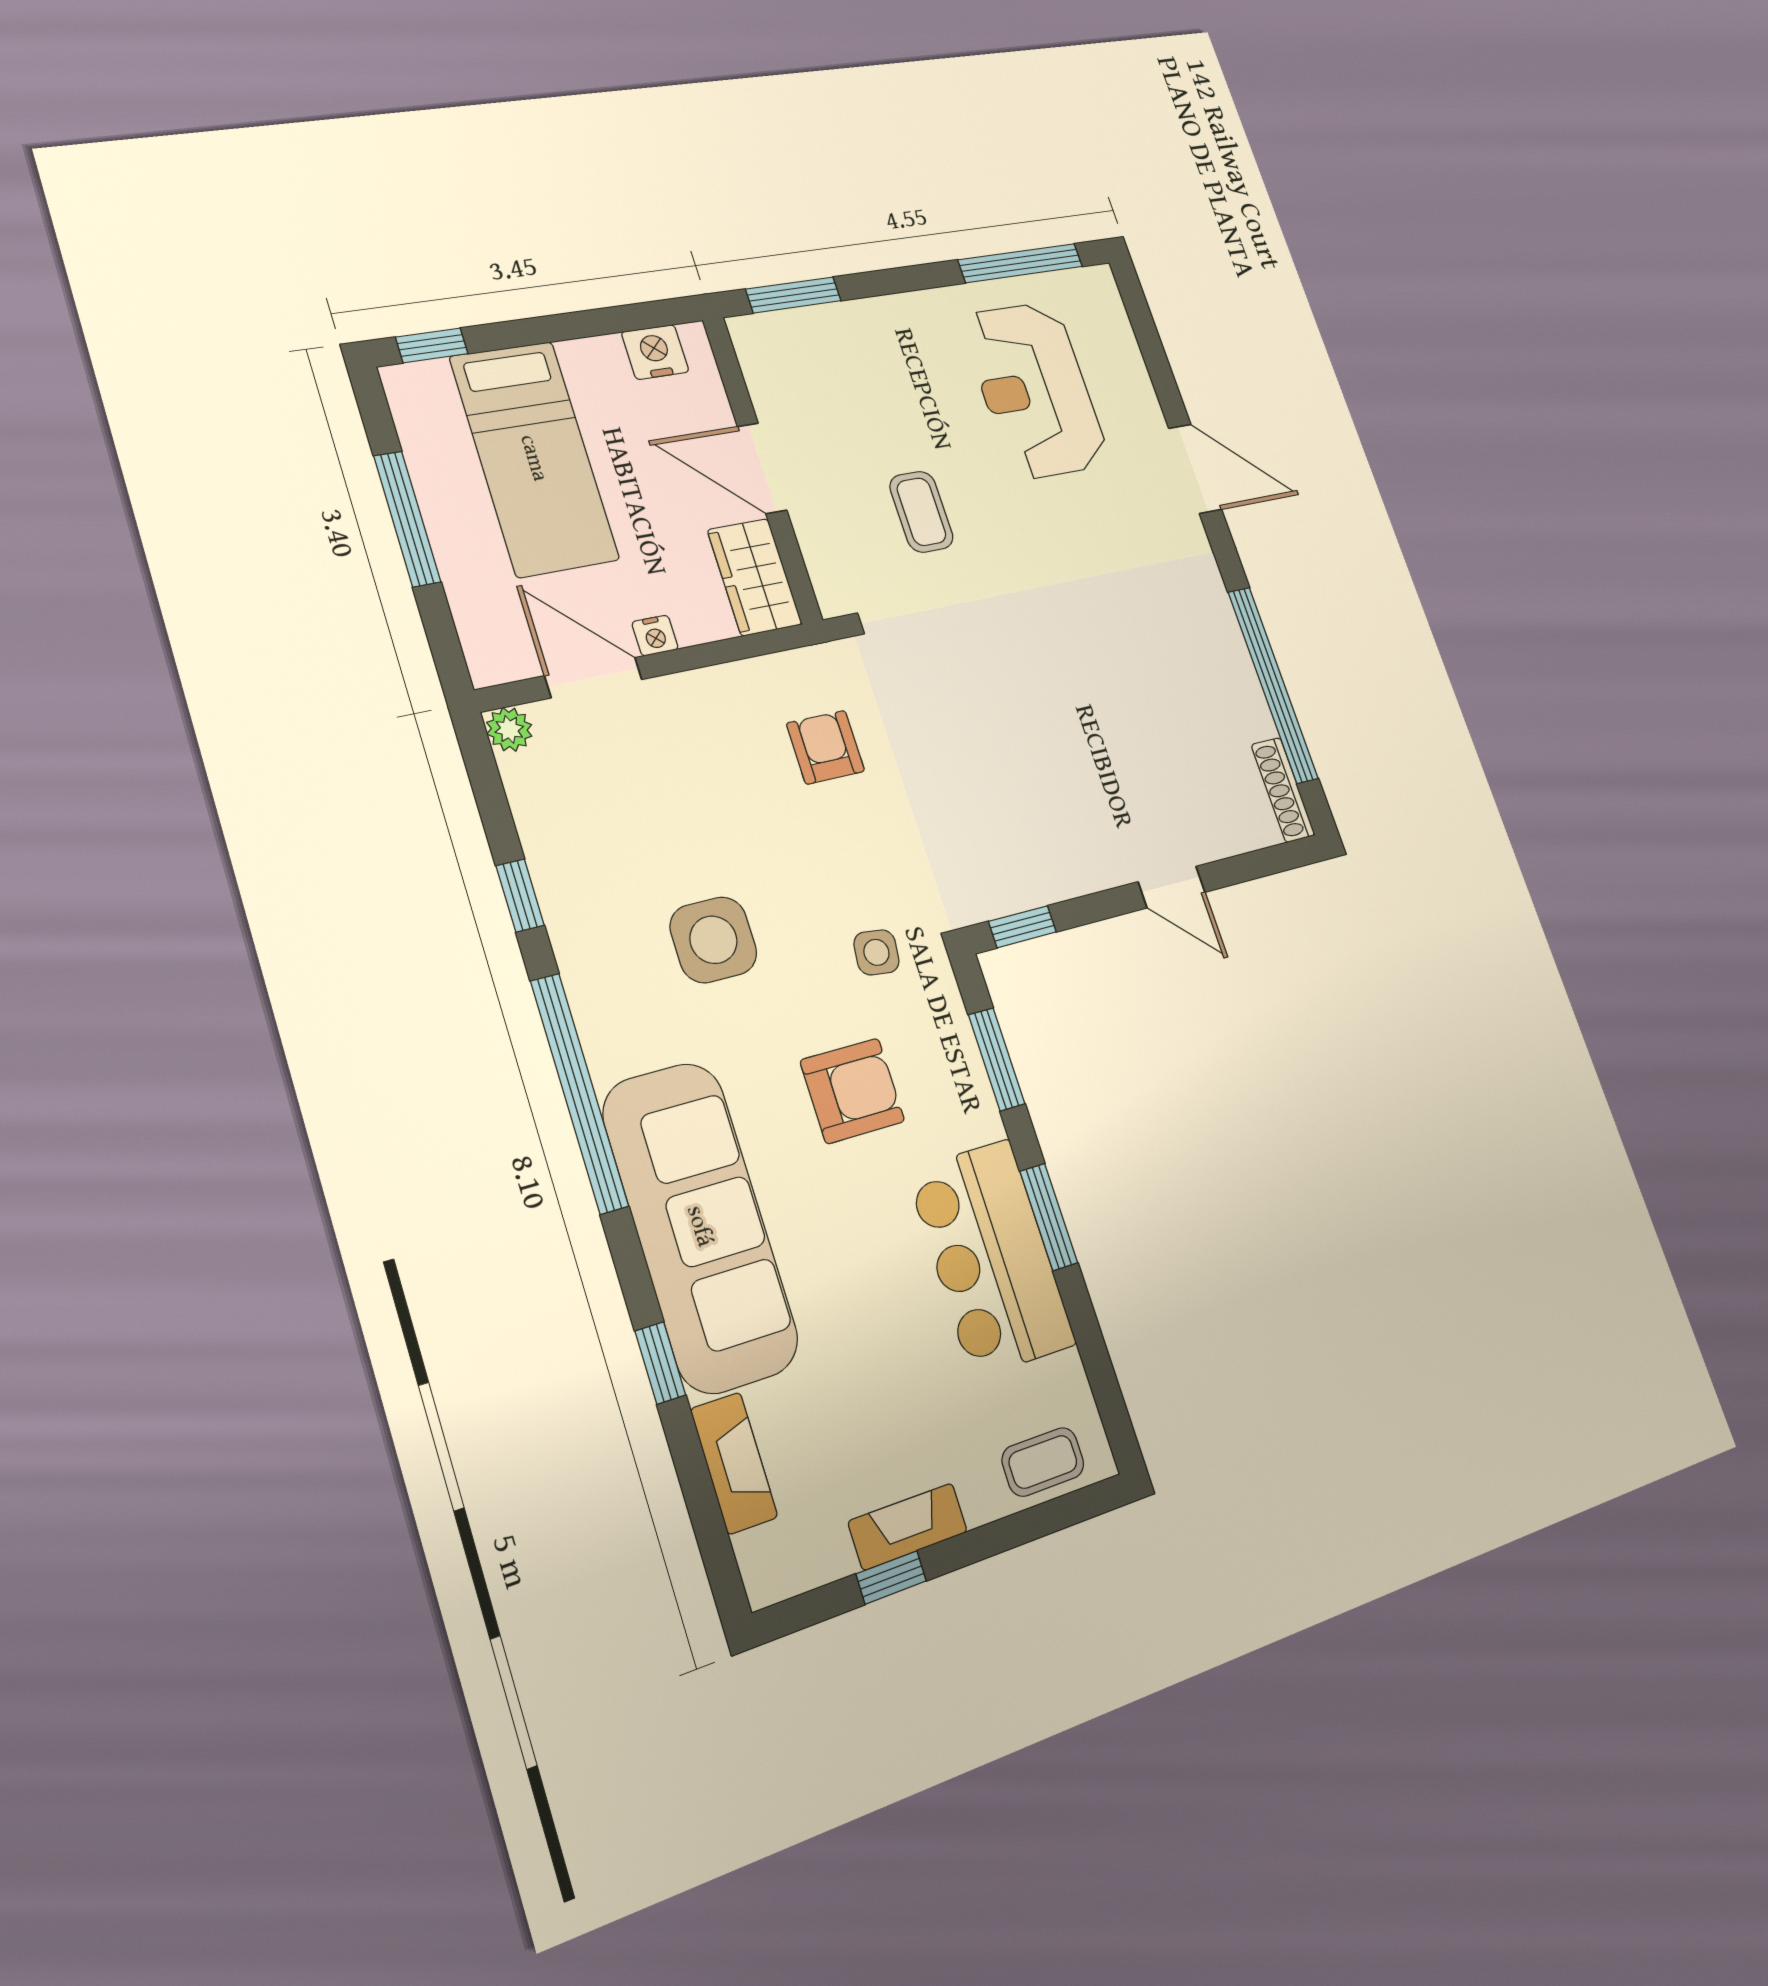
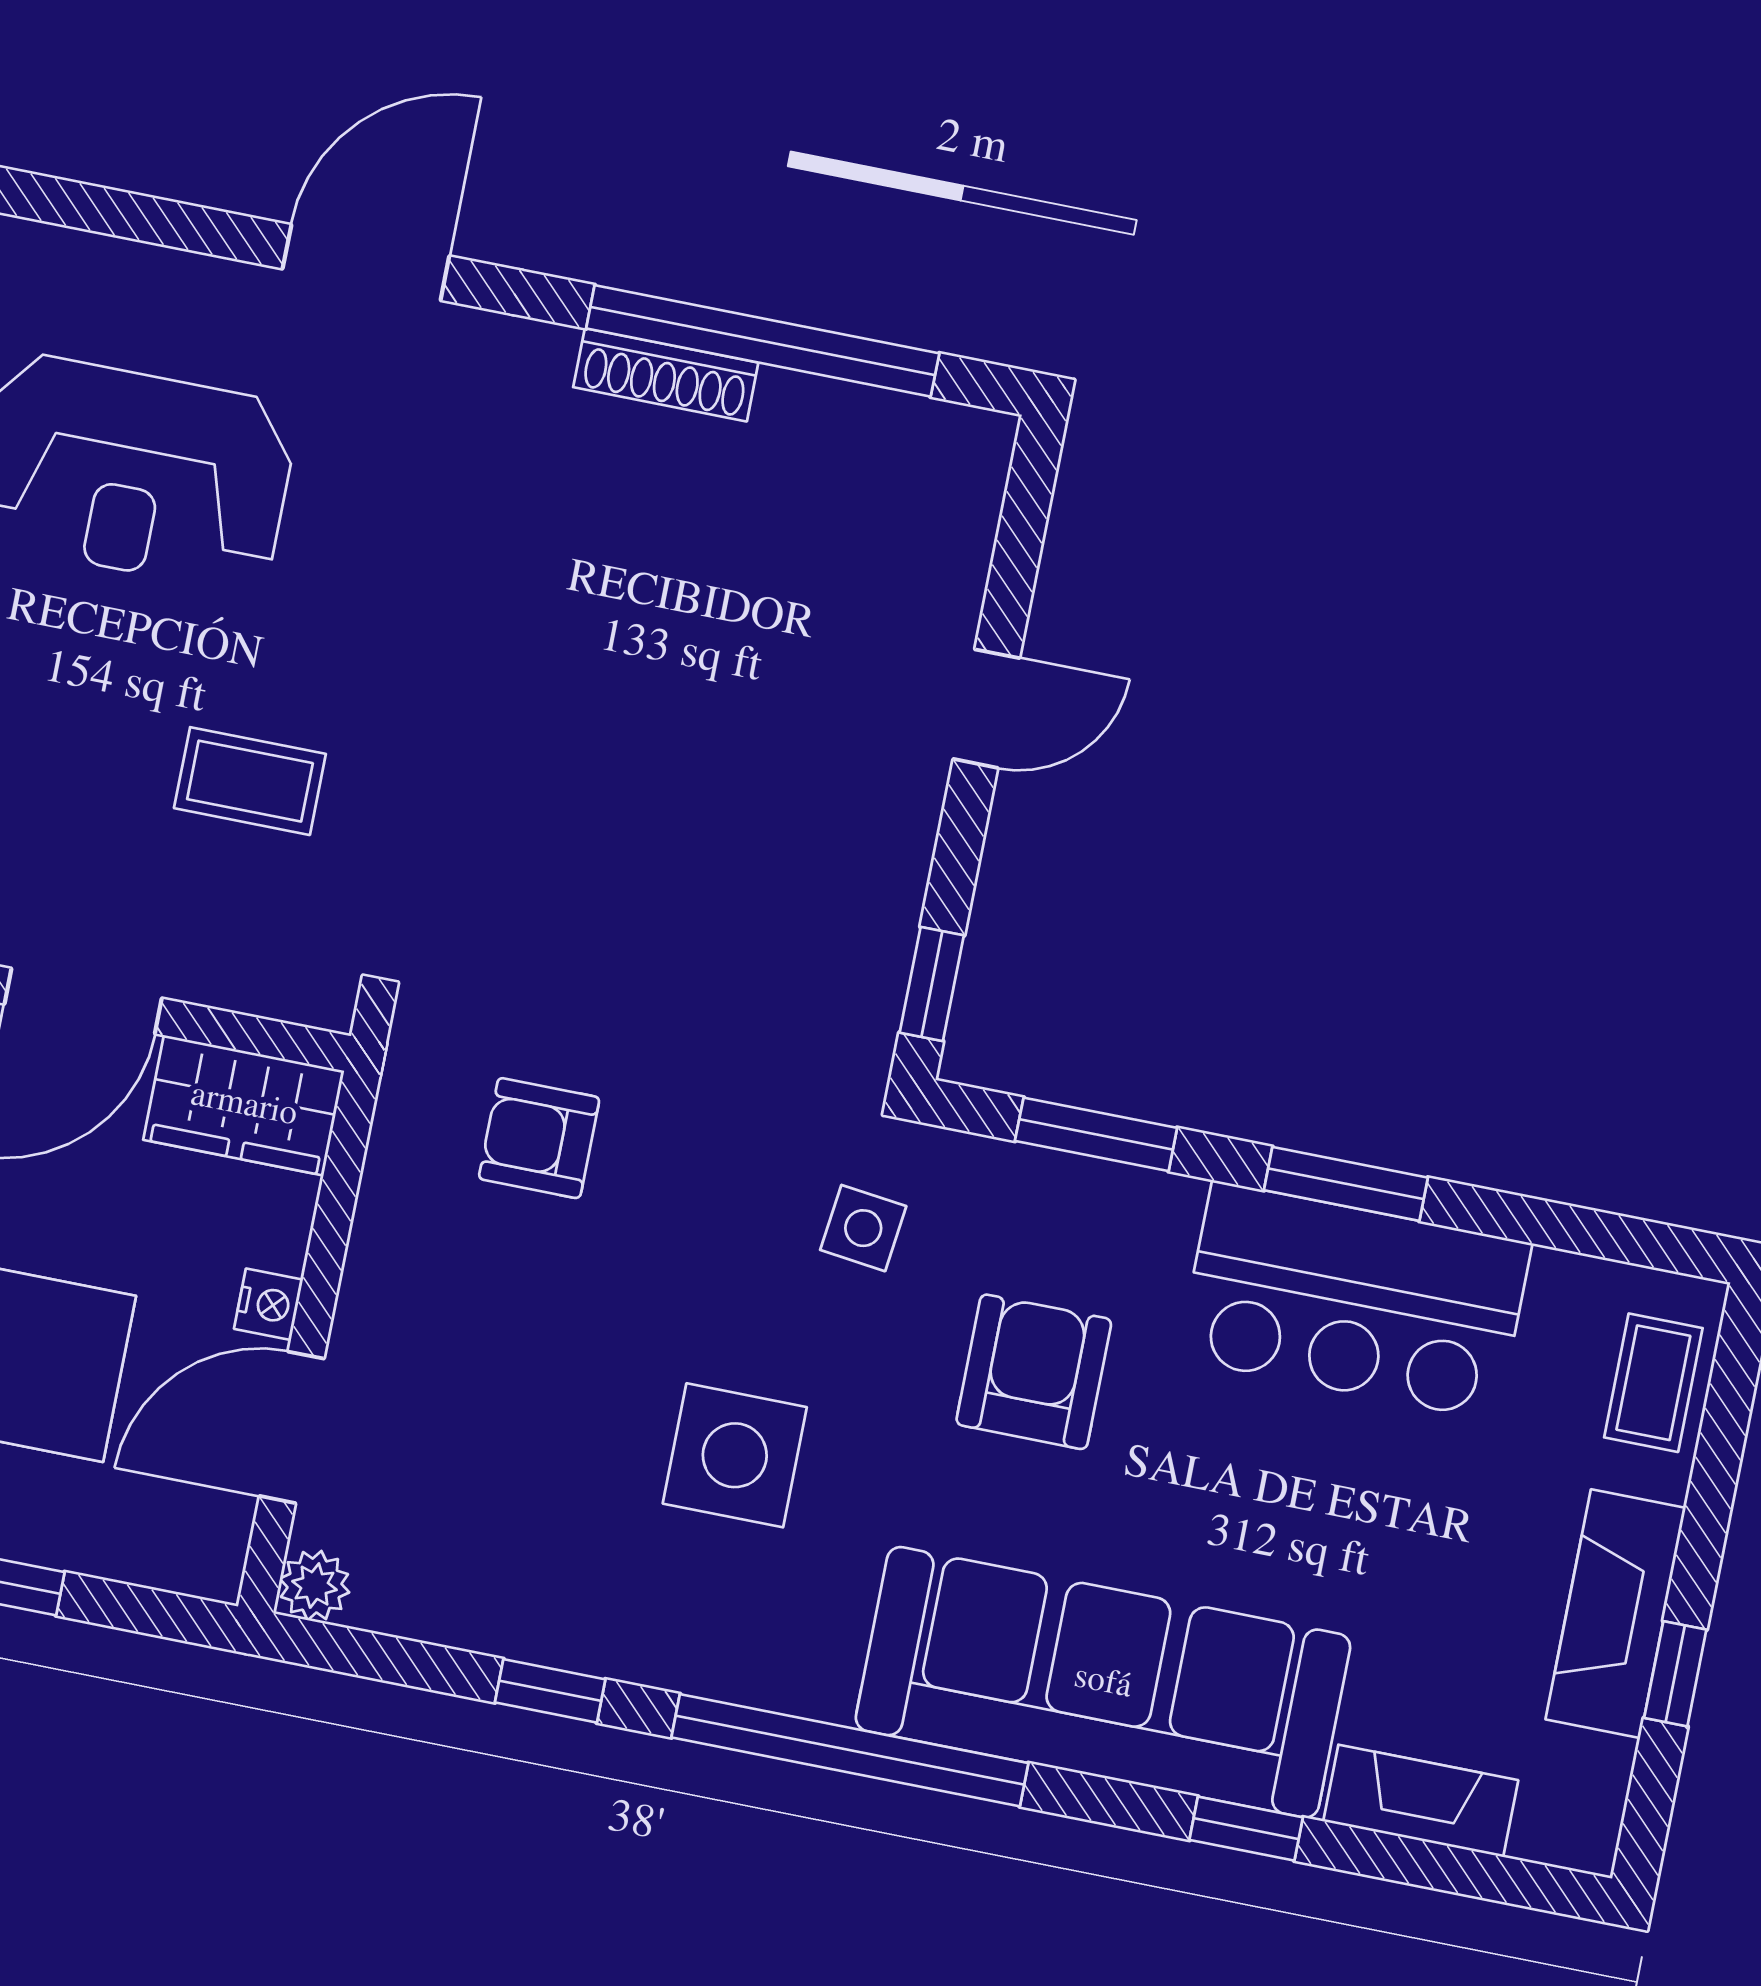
shoe rack: (1283, 790) -> (666, 375), moved
fireplace: (908, 1527) -> (1616, 1614), width x1.37, depth x1.32

